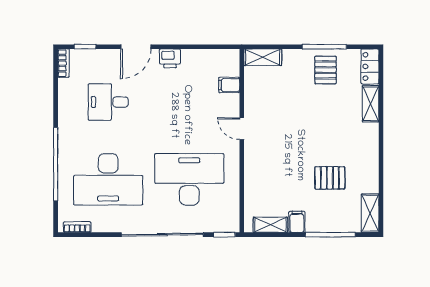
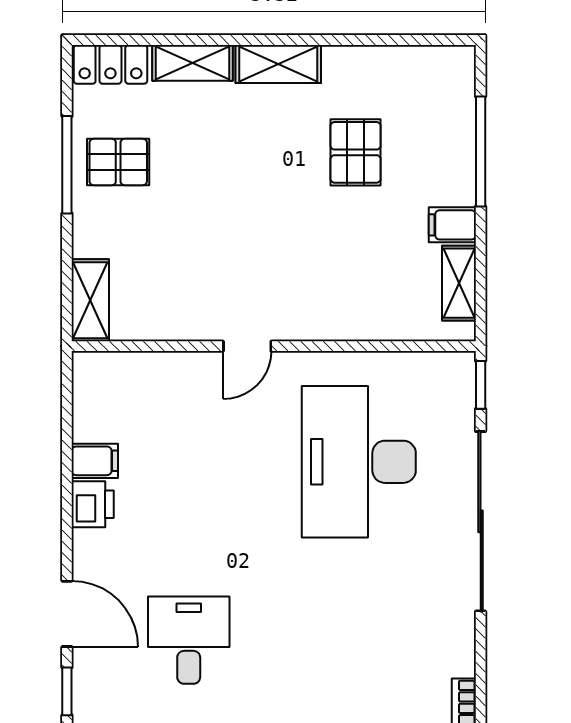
door: (136, 47) -> (67, 614), moved
filing cabinet: (229, 85) -> (95, 461), moved, turned -90
desk: (108, 102) -> (189, 640), turned 180
desk: (108, 179) -> (359, 640), removed
shelving: (370, 213) -> (278, 64), moved

